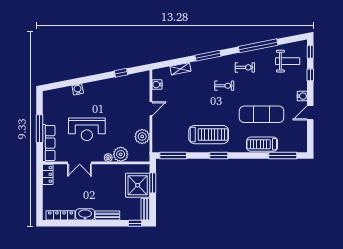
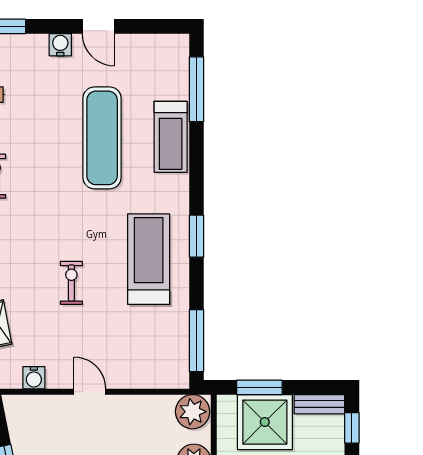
exercise bike: (224, 86) -> (71, 283), moved
plant: (142, 137) -> (193, 412), moved

